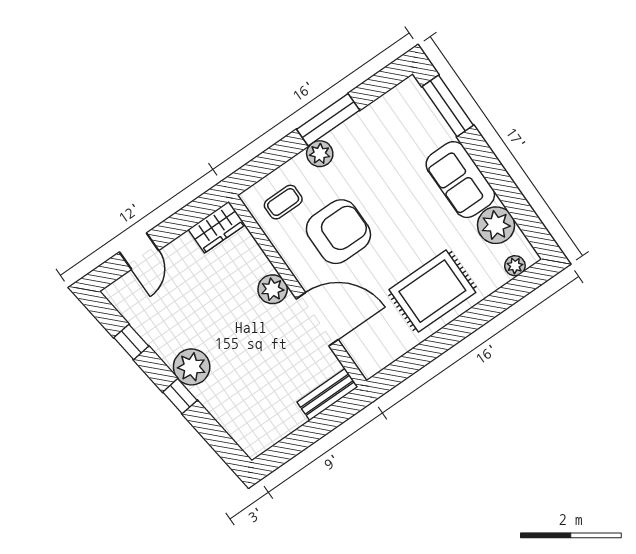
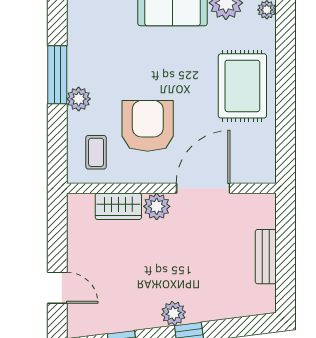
wardrobe: (217, 227) -> (118, 206), moved, turned 90
plant: (192, 367) -> (174, 313), width x0.73, depth x0.73
bench: (327, 395) -> (266, 257), moved

